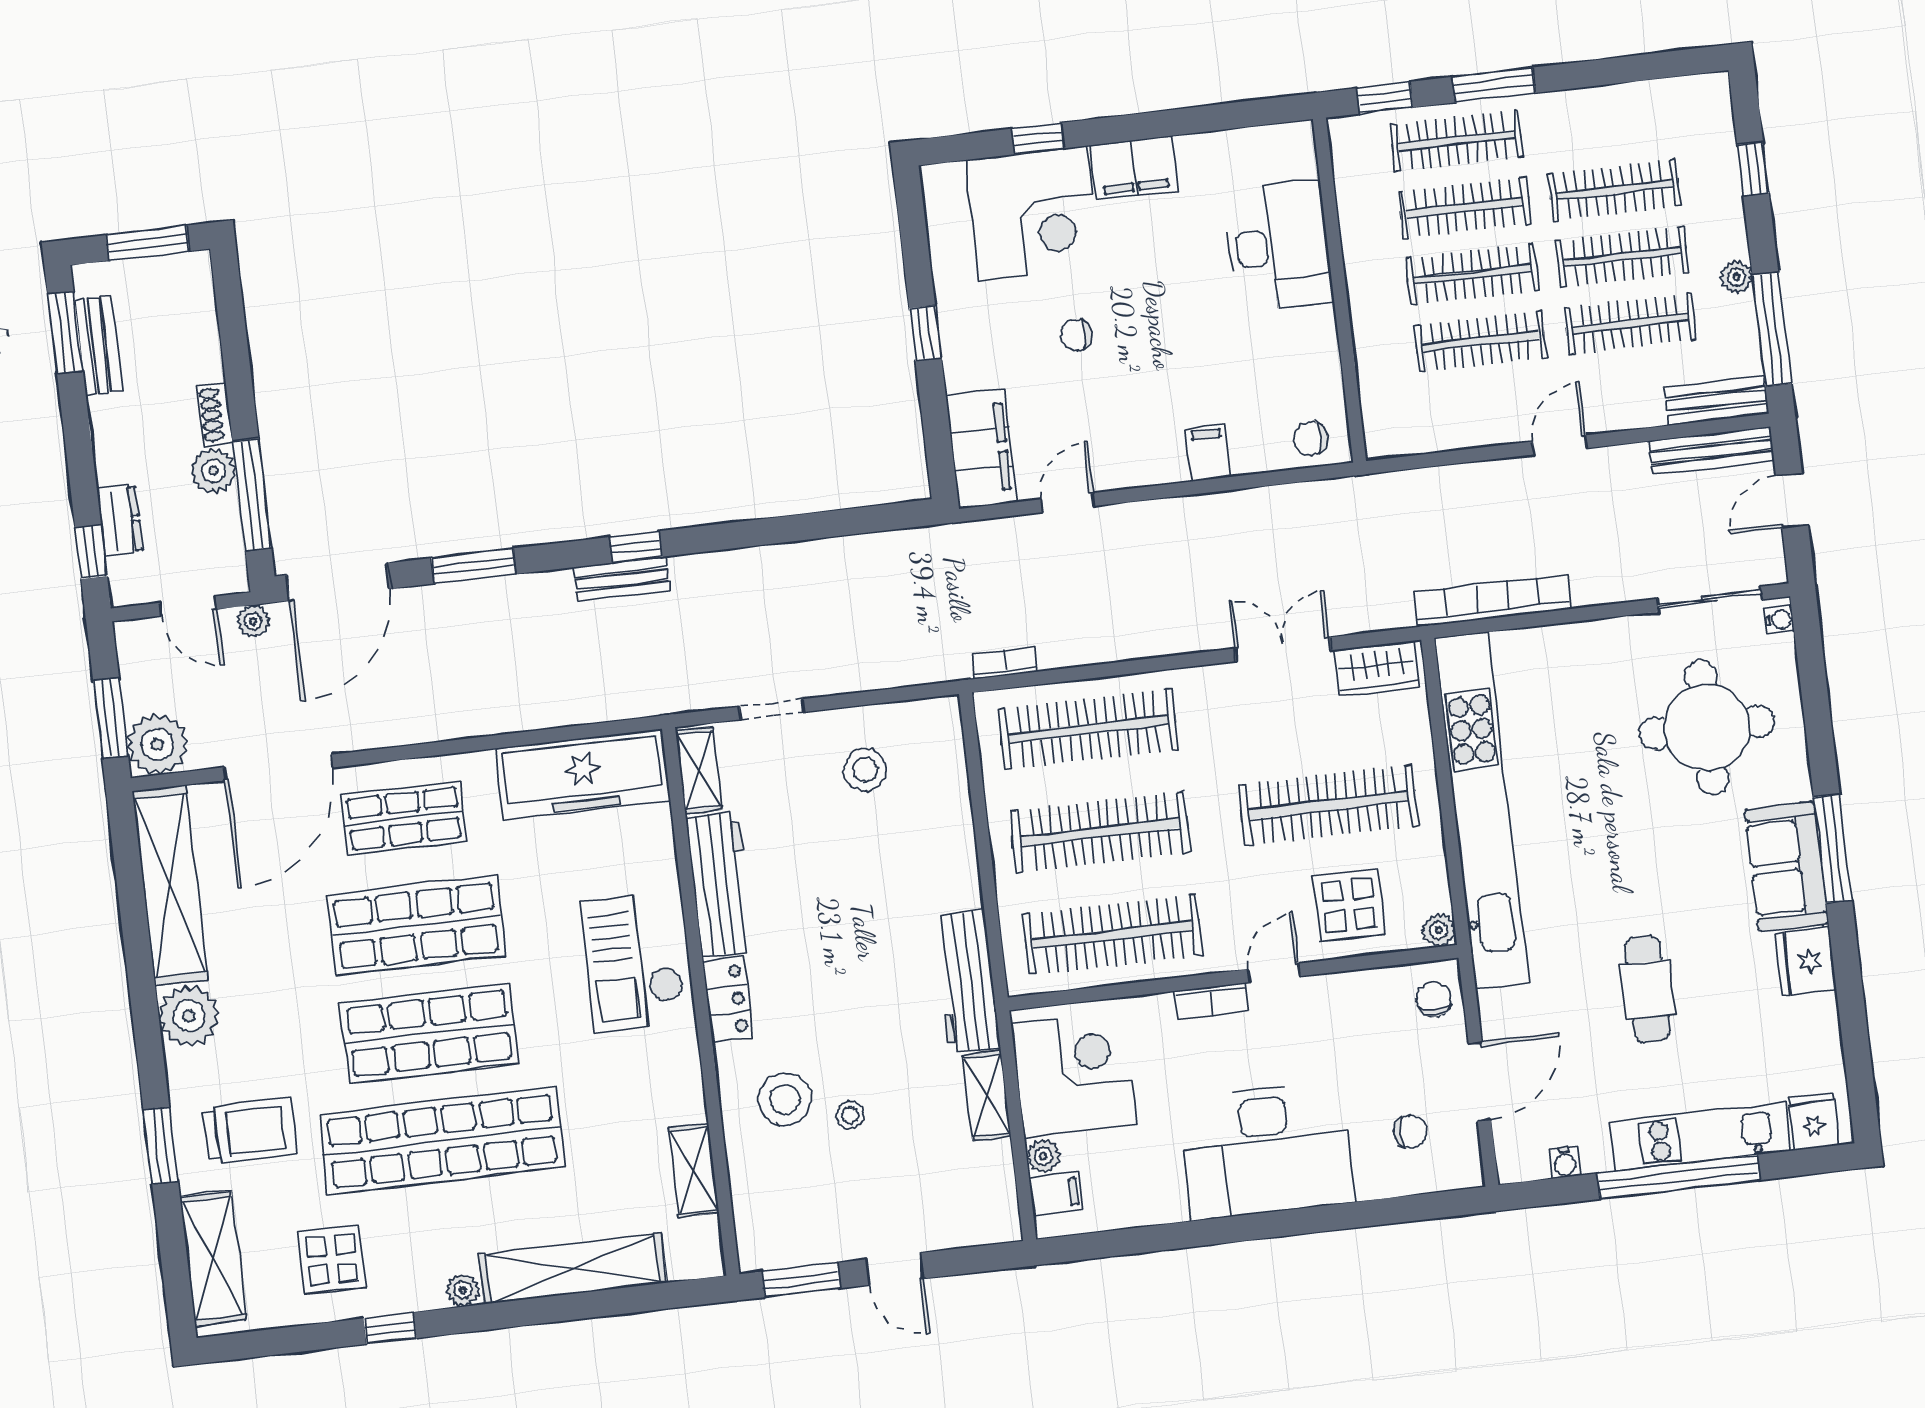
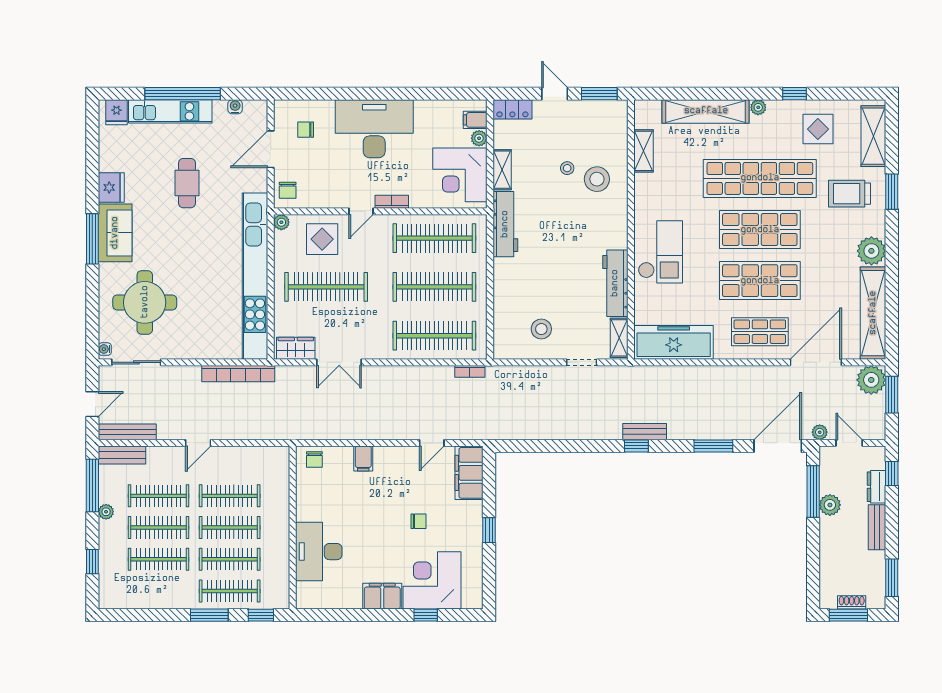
bench: (98, 345) -> (877, 527), moved
shoe rack: (215, 414) -> (852, 602), moved, turned -90
chair: (1310, 439) -> (314, 460), turned 90
locker: (728, 1000) -> (512, 109), moved, turned -90

